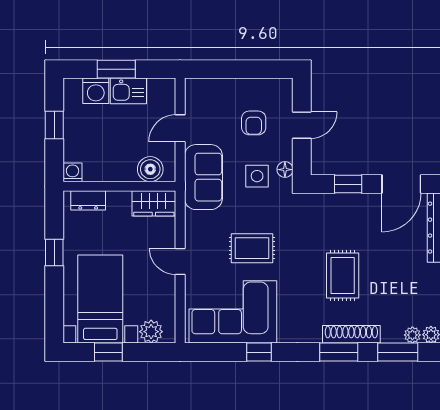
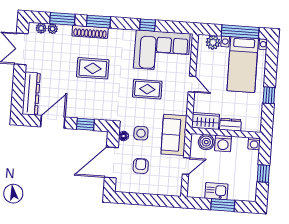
washing machine: (96, 91) -> (223, 143), moved, turned 180
door: (302, 125) -> (111, 163), width x1.87
dresser: (88, 200) -> (230, 125), moved
rug: (343, 276) -> (93, 68), turned 90
window: (108, 352) -> (240, 32), width x2.17

